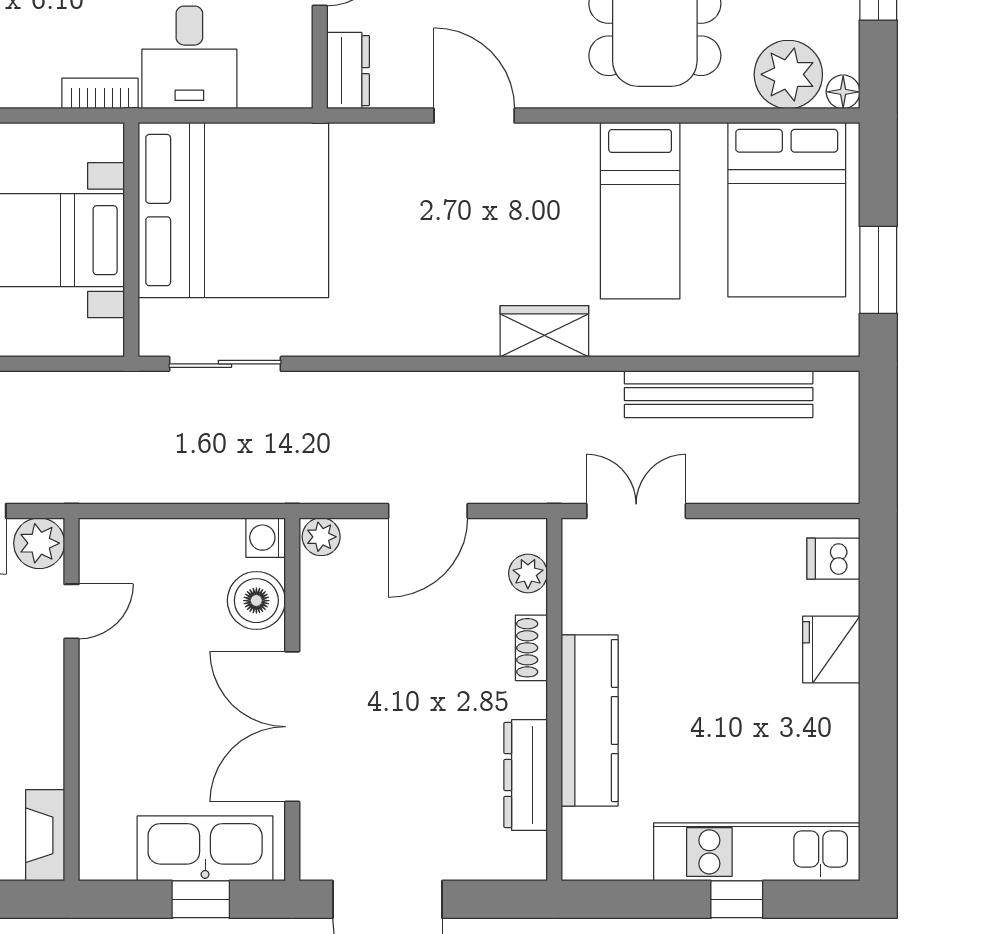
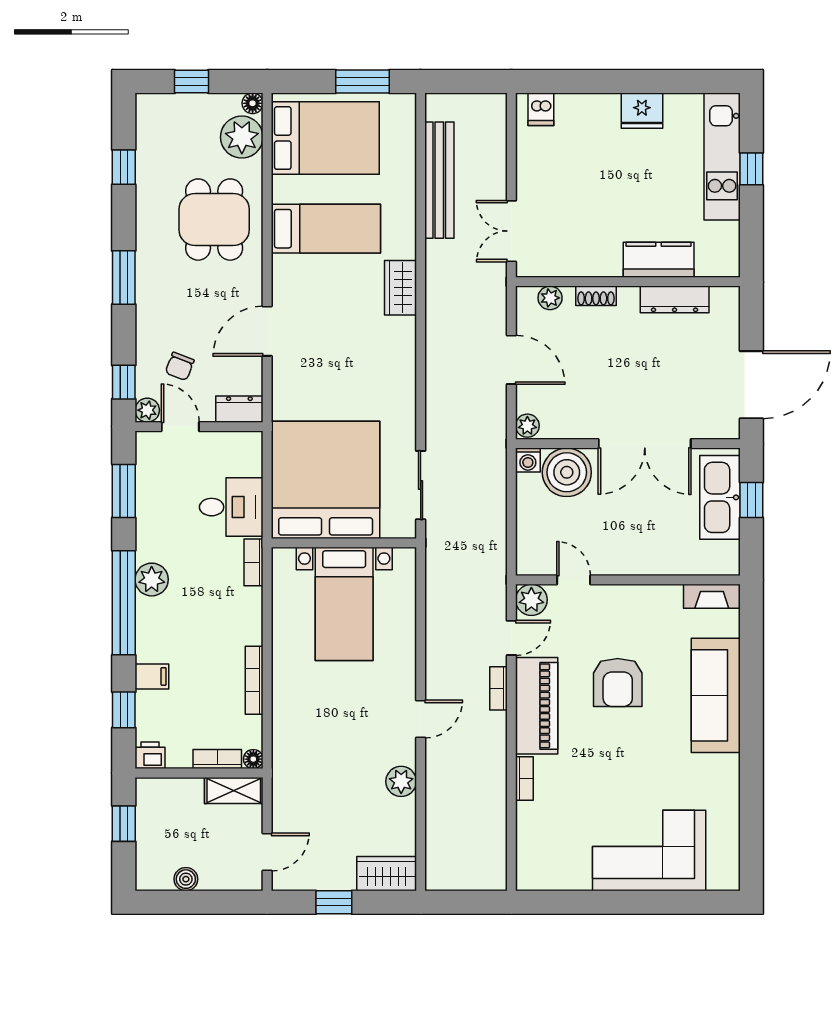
boiler: (256, 601) -> (567, 472), width x1.37, depth x1.37
fridge: (831, 649) -> (642, 111), moved
kitchen counter: (590, 721) -> (659, 260), width x0.67

